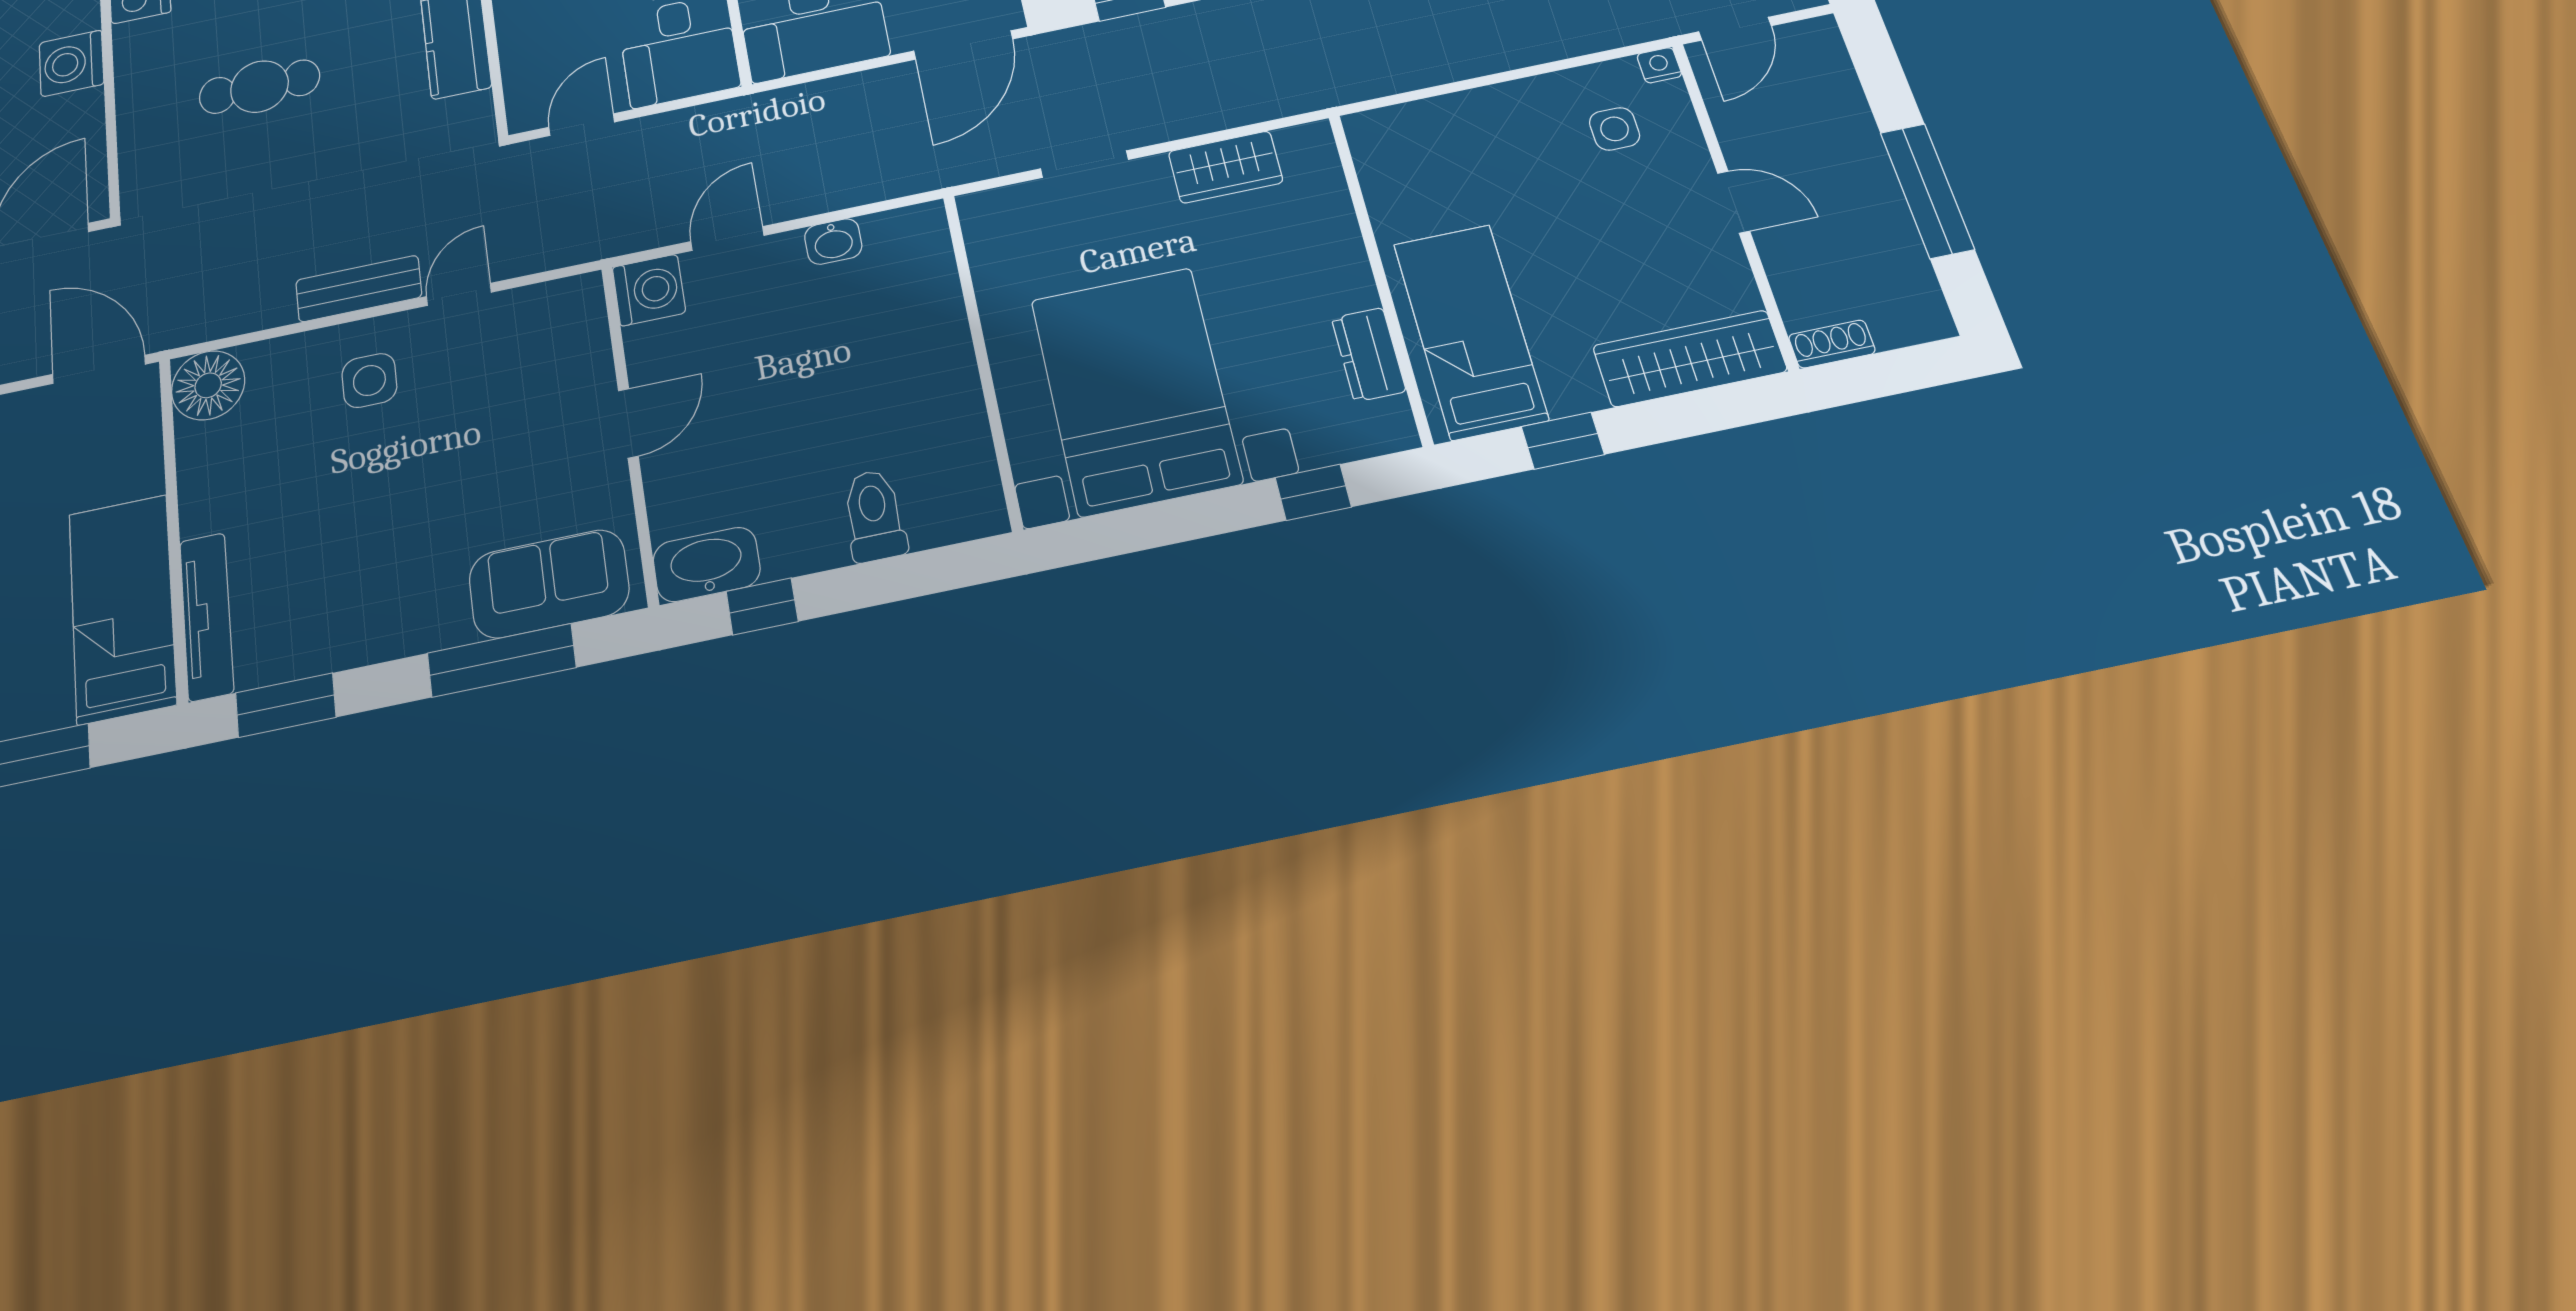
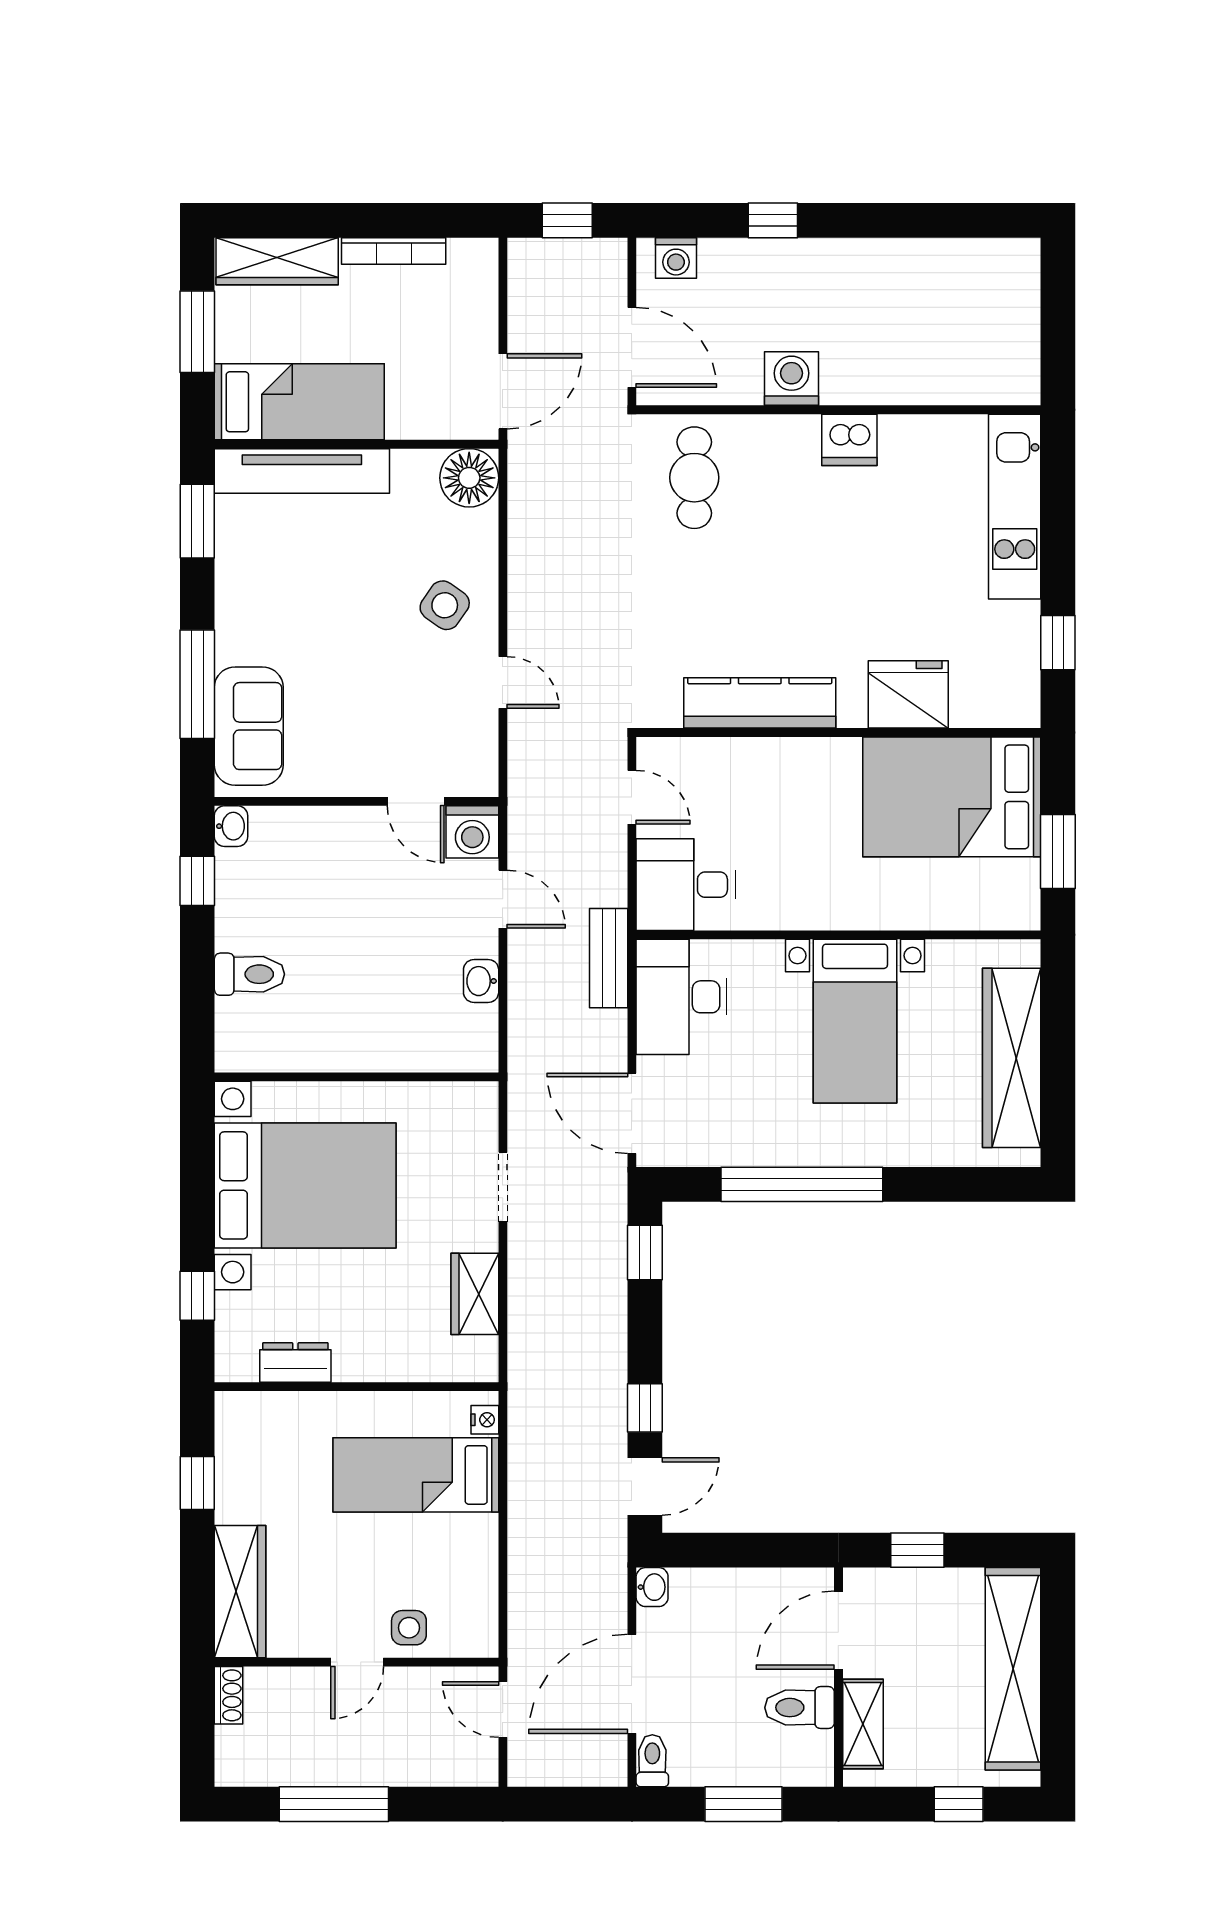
nightstand: (1659, 65) -> (485, 1420), moved
cafe table: (260, 87) -> (694, 478), moved
side table: (1614, 129) -> (409, 1628), moved
bench: (359, 289) -> (609, 958), moved
bed: (1470, 331) -> (416, 1475), moved, turned 180
side table: (369, 380) -> (445, 605), turned 35
door: (628, 423) -> (416, 801), moved
washbasin: (707, 564) -> (231, 826), width x0.52, depth x0.69
tv unit: (207, 617) -> (302, 471), width x1.36, depth x1.29

